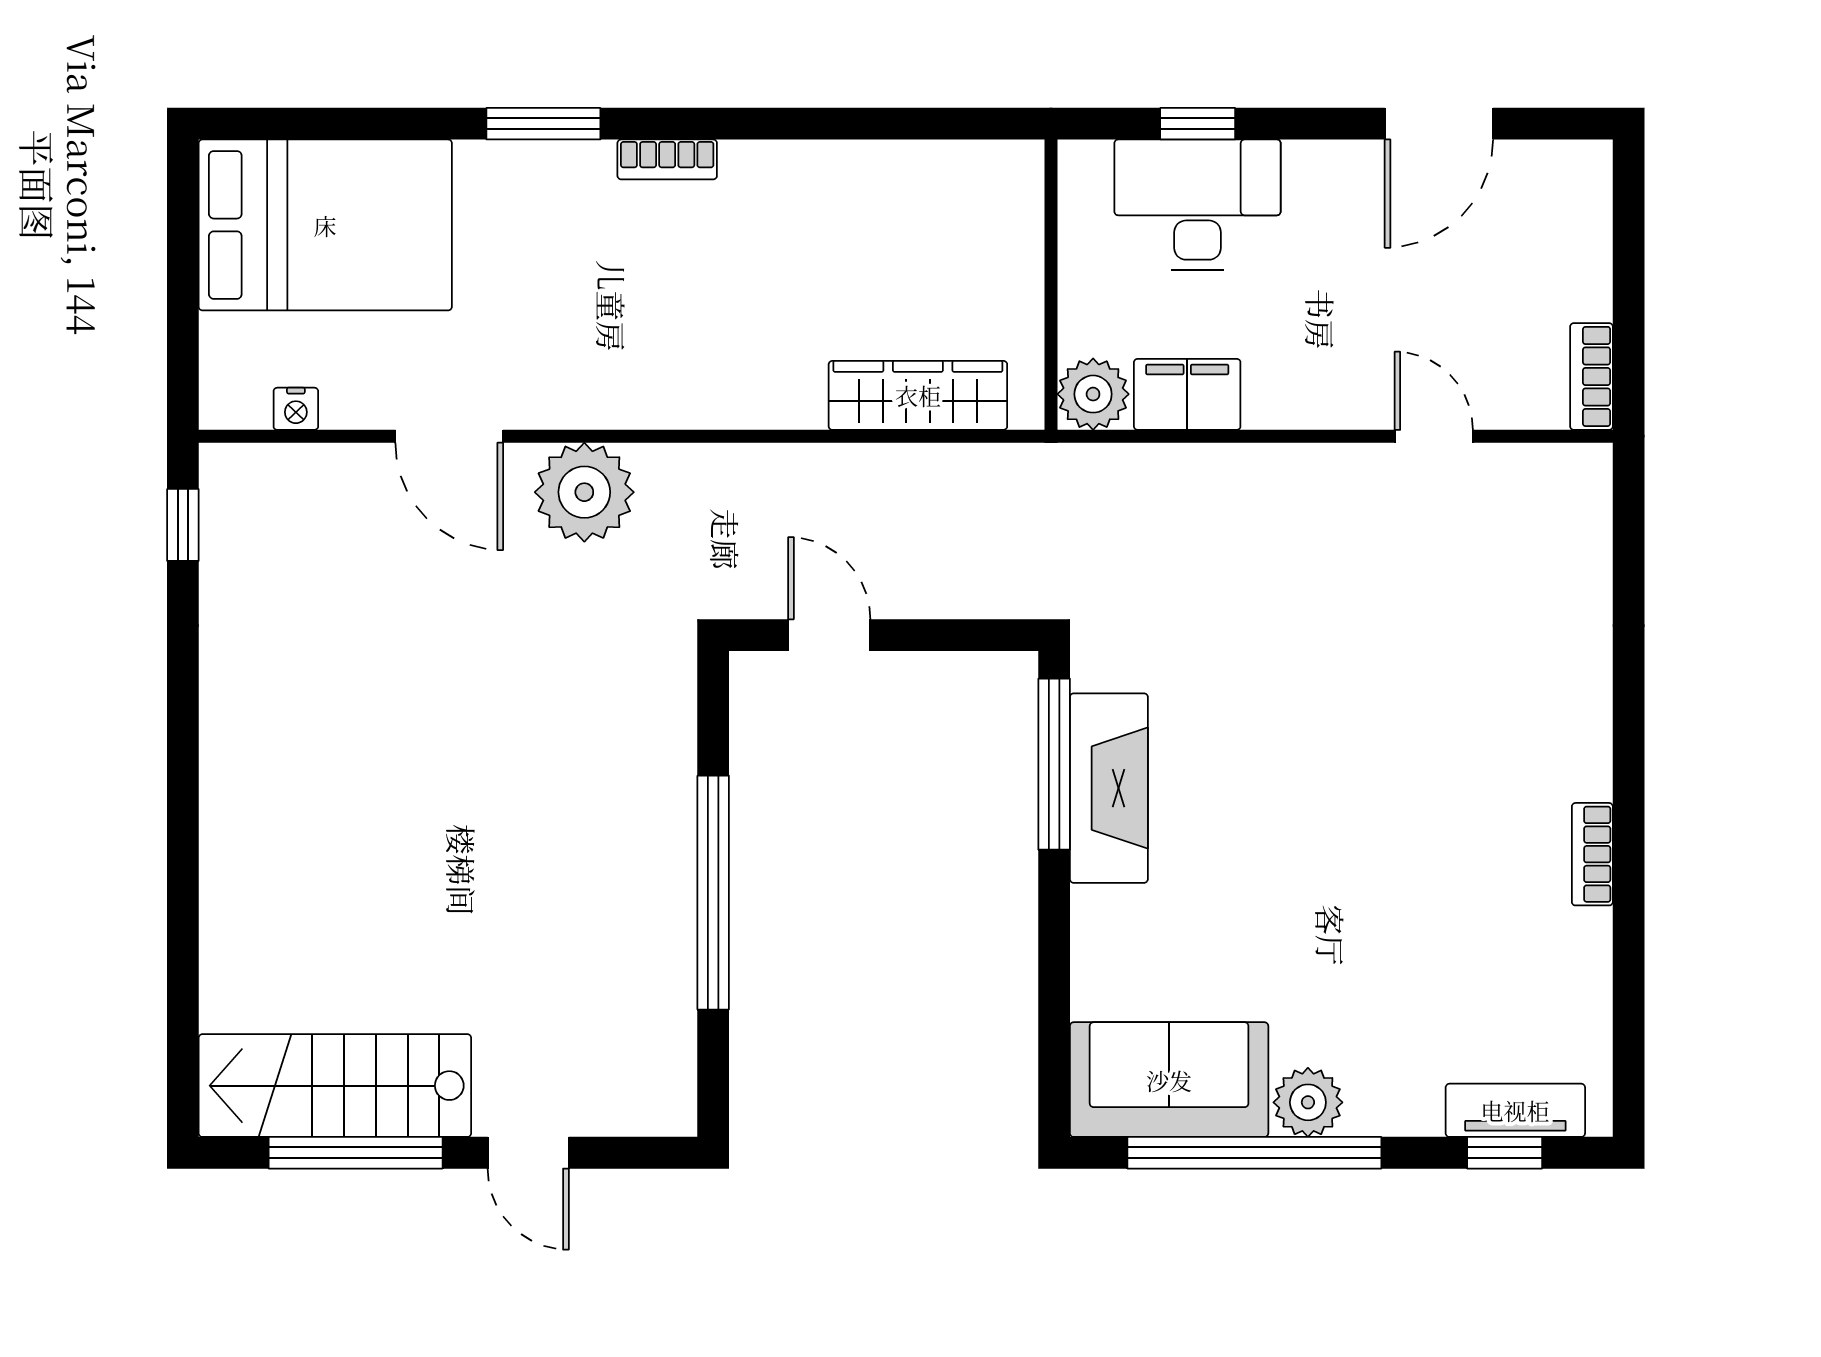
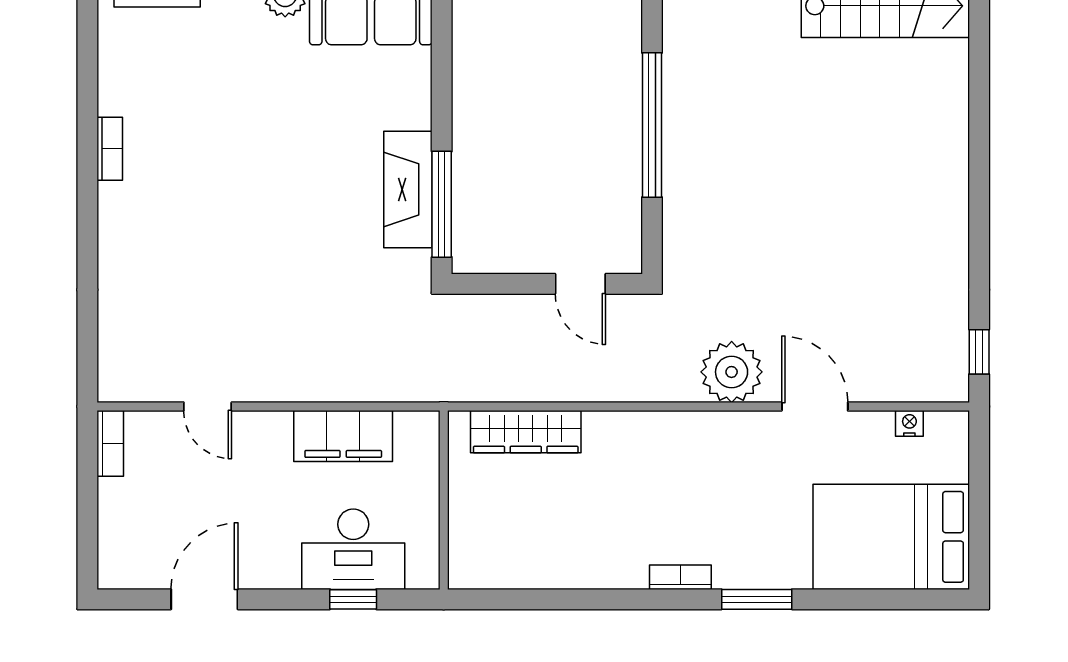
plant: (1093, 394) -> (418, 432), removed
filing cabinet: (1187, 394) -> (343, 436), width x1.50, depth x1.17

